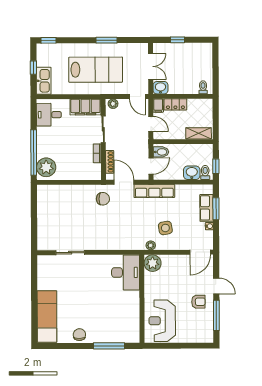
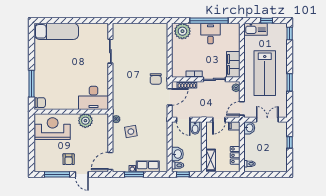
double door: (151, 66) -> (267, 120), swing flipped
locker: (175, 104) -> (235, 155), moved
desk: (49, 115) -> (210, 34), moved
window: (34, 152) -> (209, 21), moved
row of seats: (154, 191) -> (162, 122), removed
window: (216, 209) -> (134, 174), moved
door: (200, 252) -> (110, 161), hinge flipped
plant: (153, 263) -> (85, 121), moved
door: (216, 286) -> (82, 174), hinge flipped
chair: (79, 335) -> (40, 103), moved

